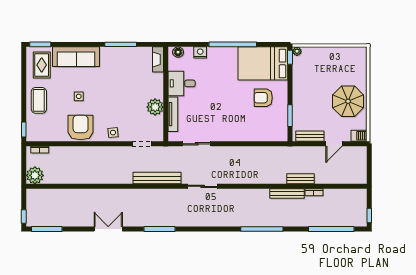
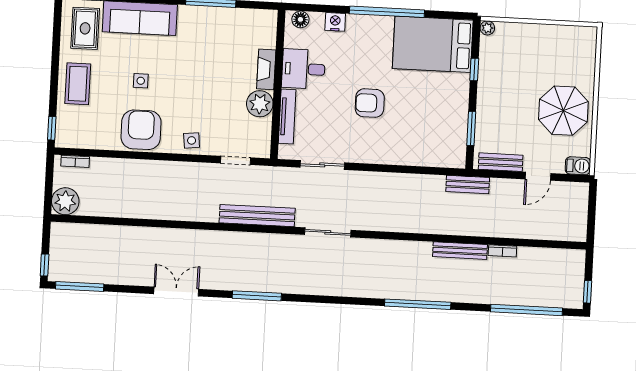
window: (290, 57) -> (474, 69), moved
fireplace: (158, 59) -> (266, 69), moved
armchair: (263, 98) -> (370, 103), moved
bench: (301, 179) -> (468, 185), moved

